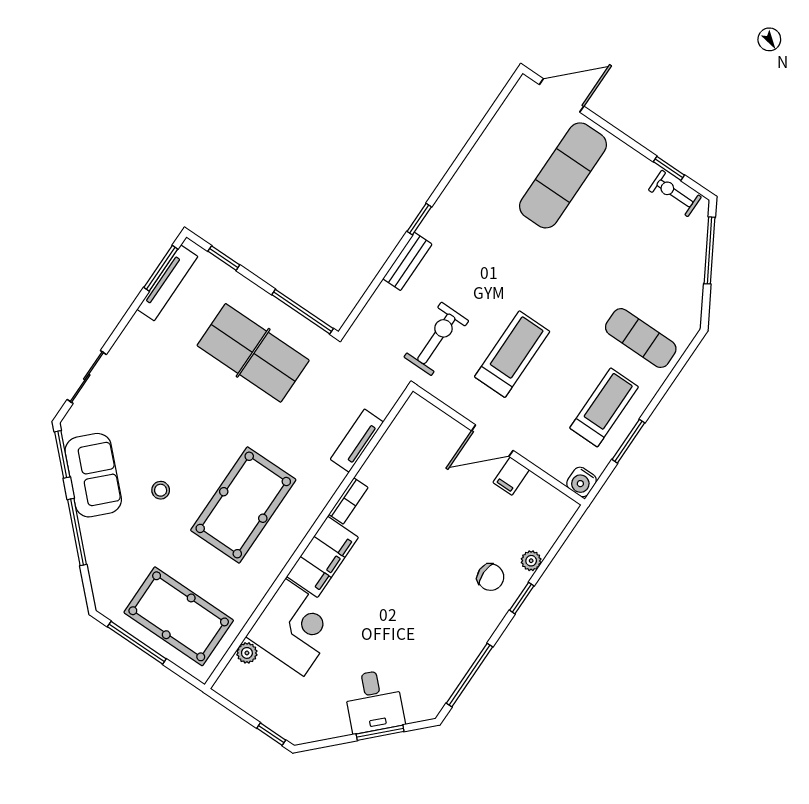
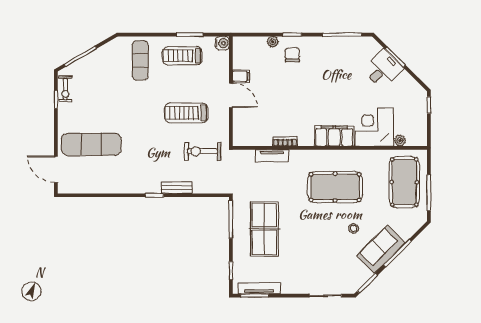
sofa: (93, 475) -> (381, 249), moved
bookcase: (348, 501) -> (285, 141), moved

